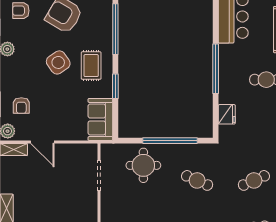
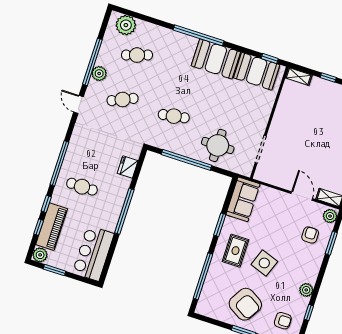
side table: (58, 62) -> (264, 263), turned -35
cafe table: (197, 180) -> (174, 116), turned -33

